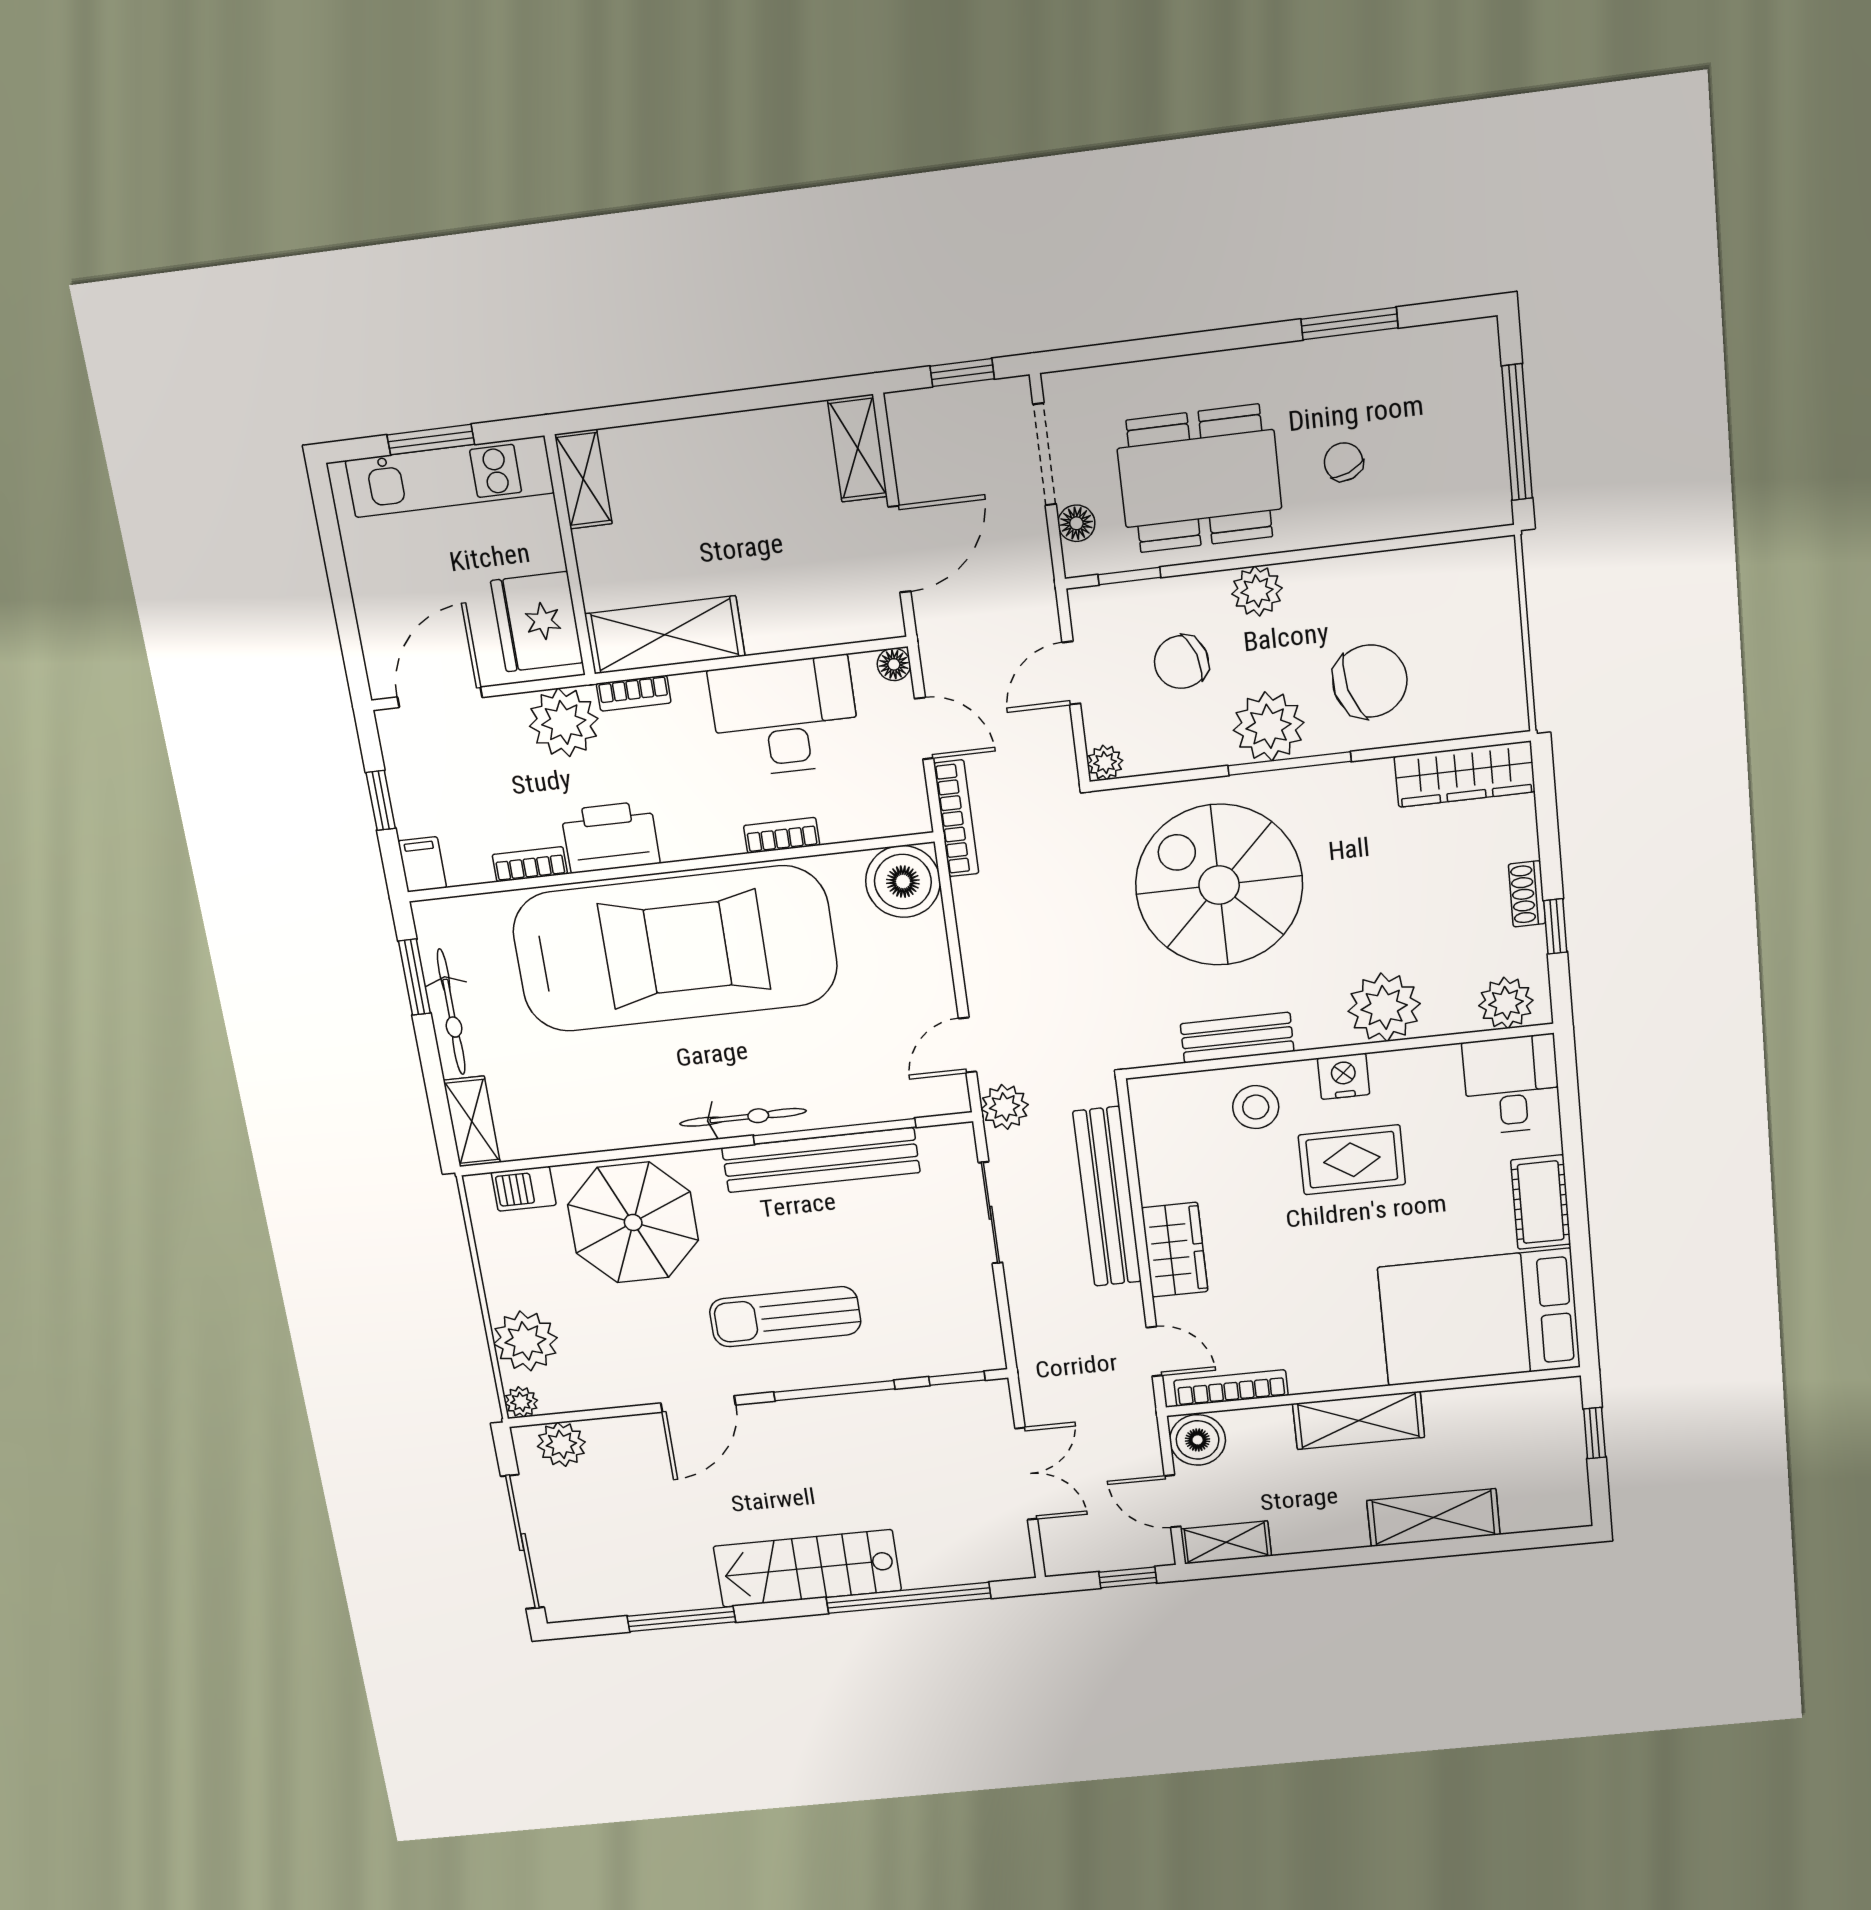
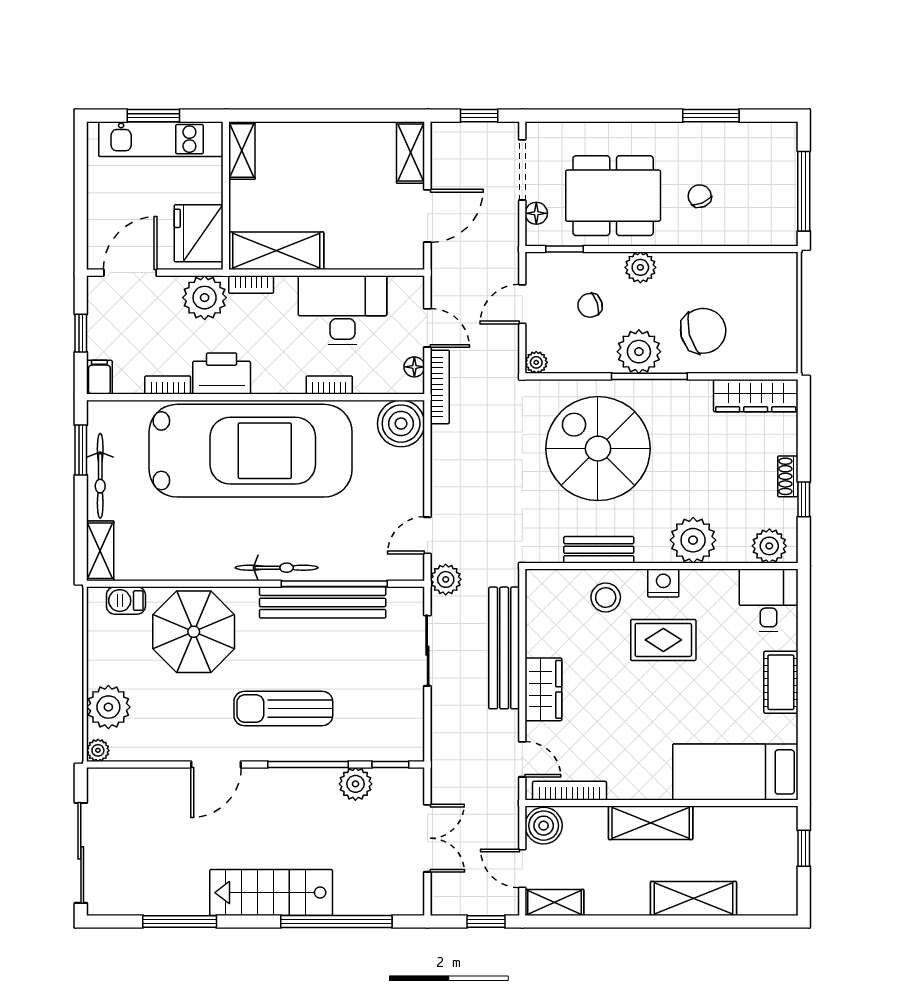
chair: (1181, 662) -> (590, 305), width x0.73, depth x0.73
floor lamp: (894, 664) -> (414, 367), moved
bed: (1479, 1317) -> (735, 772), width x0.67
plant: (561, 1444) -> (355, 784), moved

